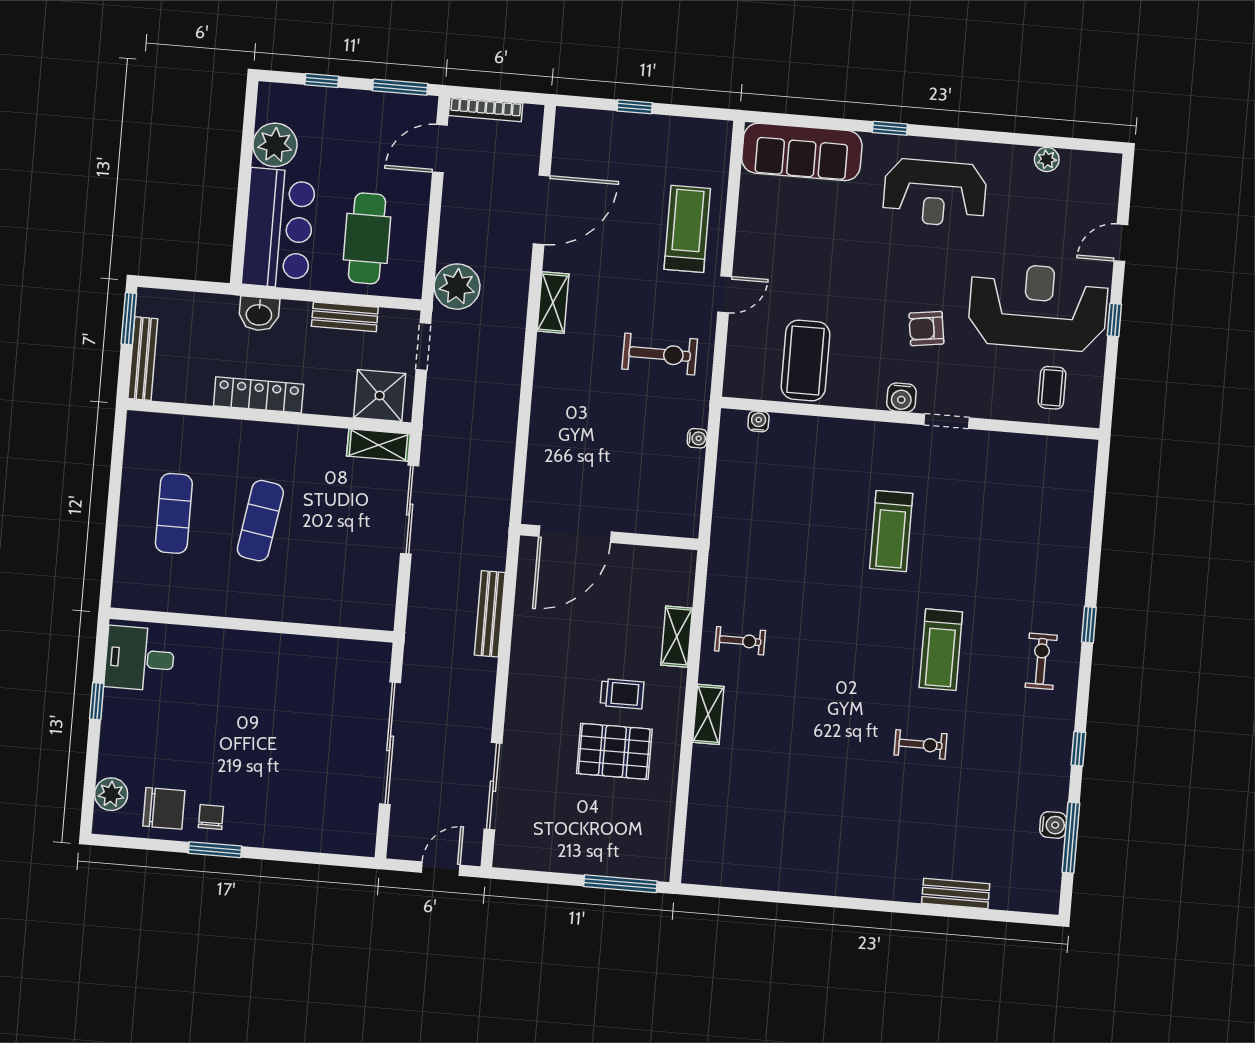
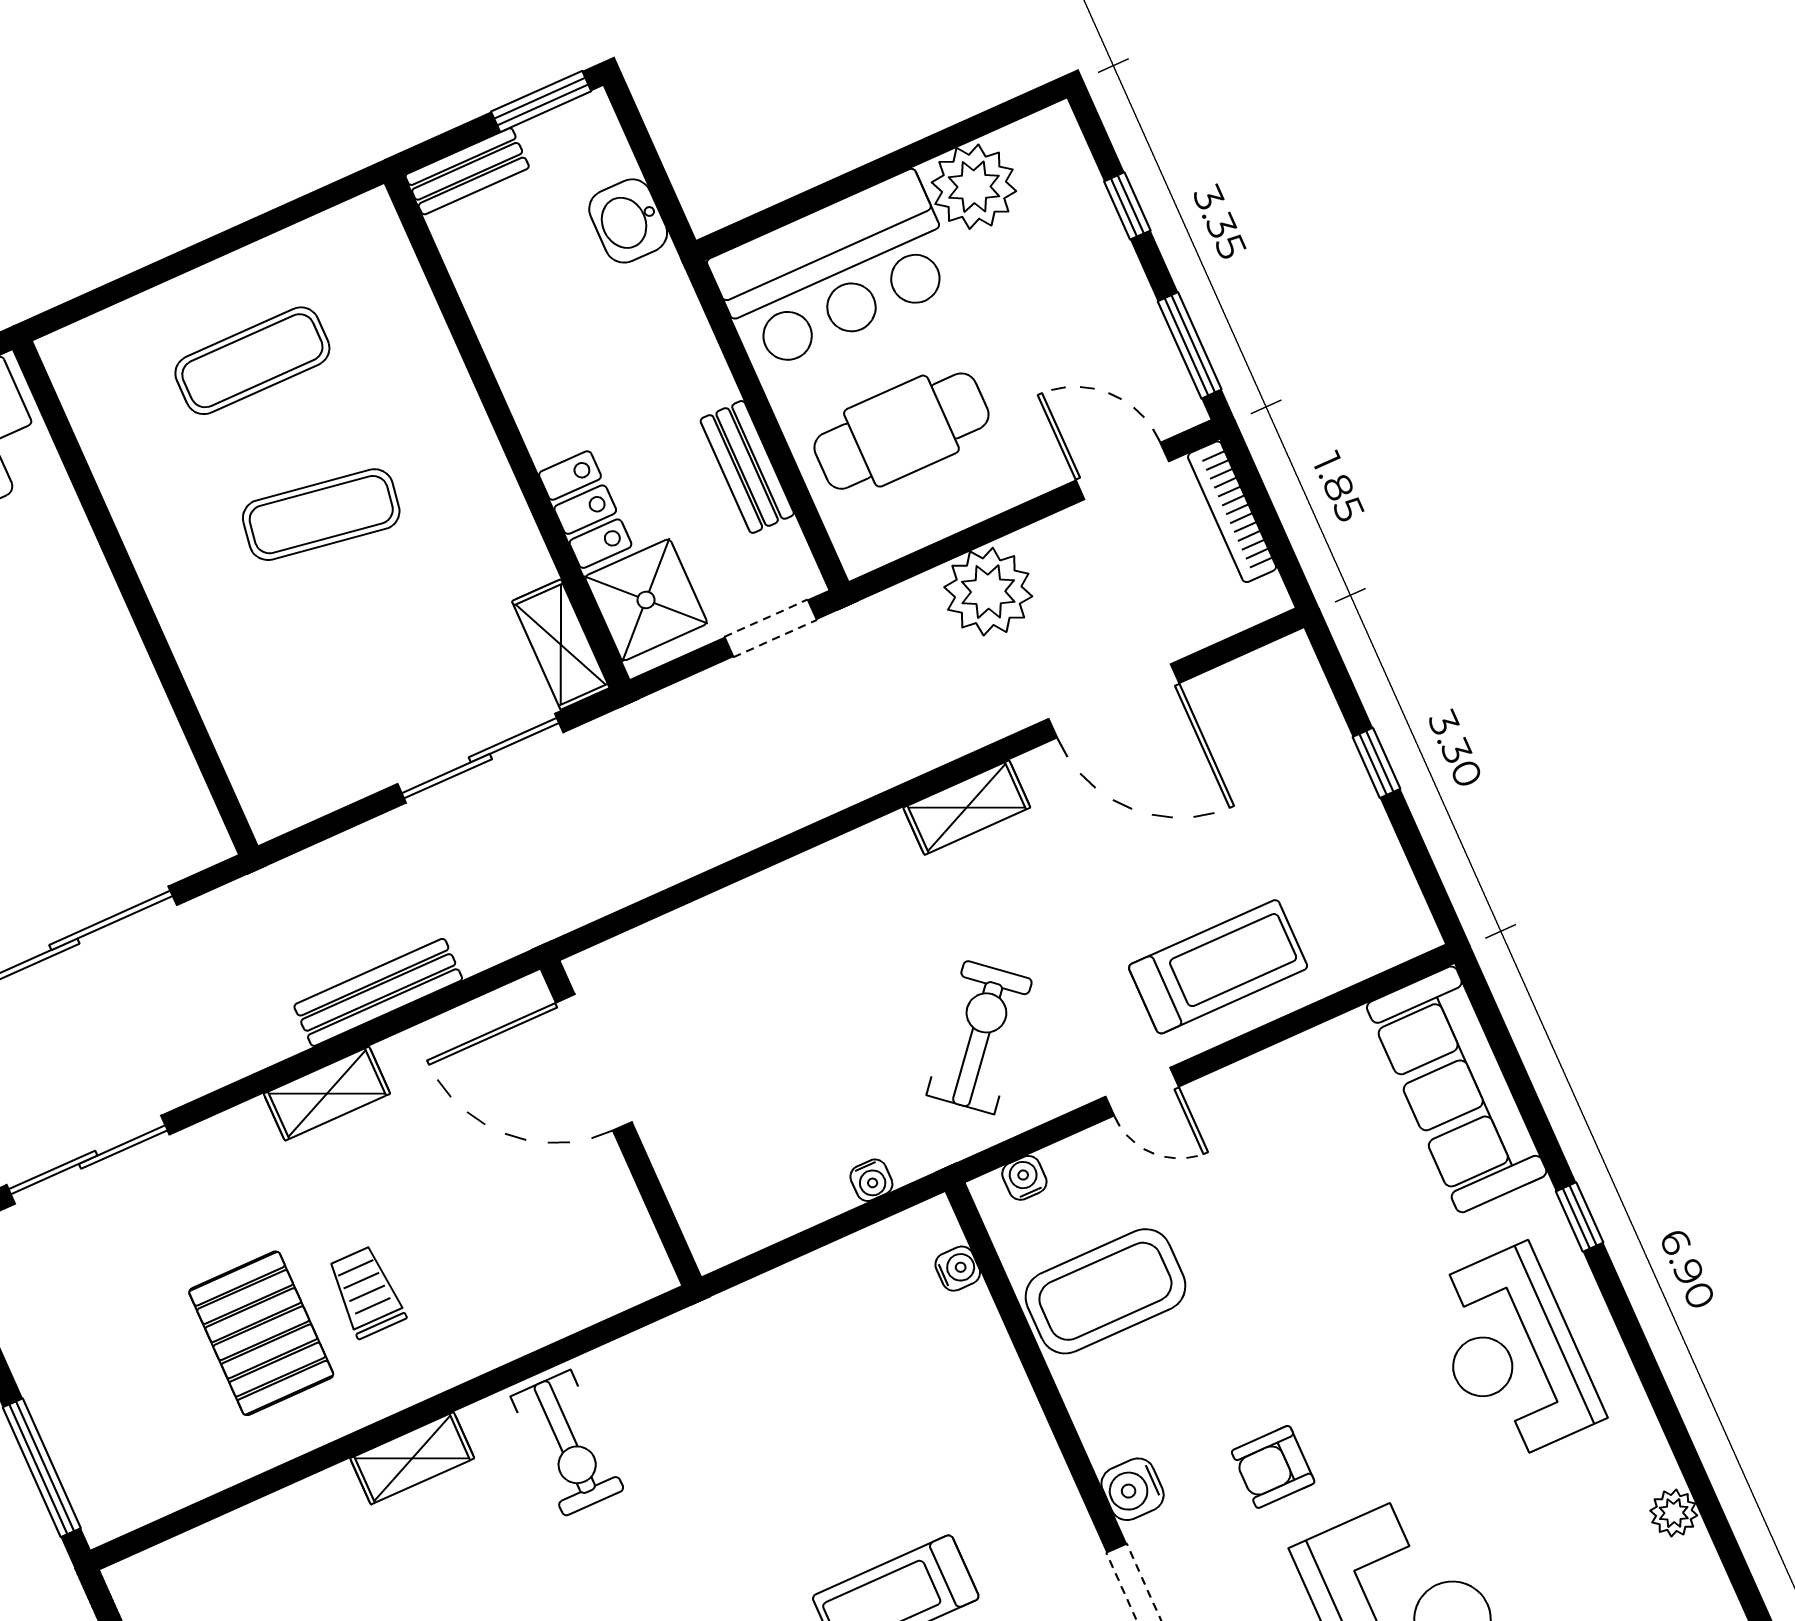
plant: (457, 287) -> (988, 592), moved
washbasin: (259, 314) -> (628, 221), moved
armchair: (926, 329) -> (1273, 1467), turned -82
exercise bike: (660, 354) -> (979, 1037), turned -140
bench: (143, 359) -> (467, 171), width x0.73
water cooler: (734, 369) -> (1024, 1178), added
locker: (259, 395) -> (585, 510), moved, width x0.66
shelving: (677, 637) -> (327, 1094), moved
exercise bike: (740, 641) -> (567, 1443), width x1.38, depth x1.39
trolley: (622, 694) -> (366, 1292), turned 180

